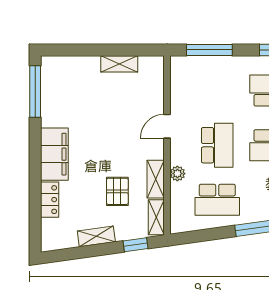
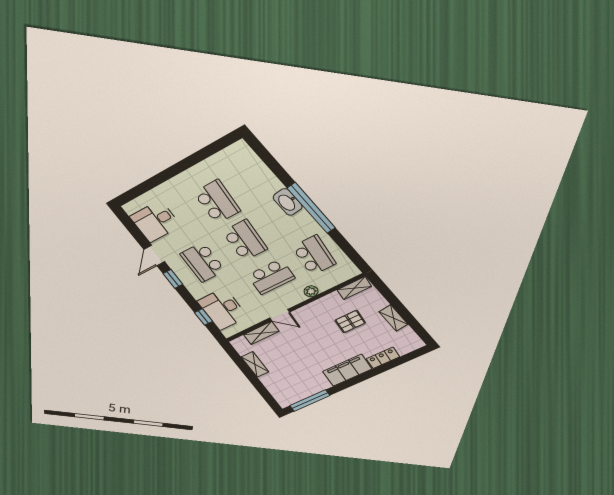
window: (209, 50) -> (203, 317), width x0.46
desk: (208, 75) -> (222, 309), added
school desk: (217, 145) -> (271, 277), turned 180
shelving: (156, 179) -> (261, 333), moved
window: (136, 245) -> (385, 291), removed

